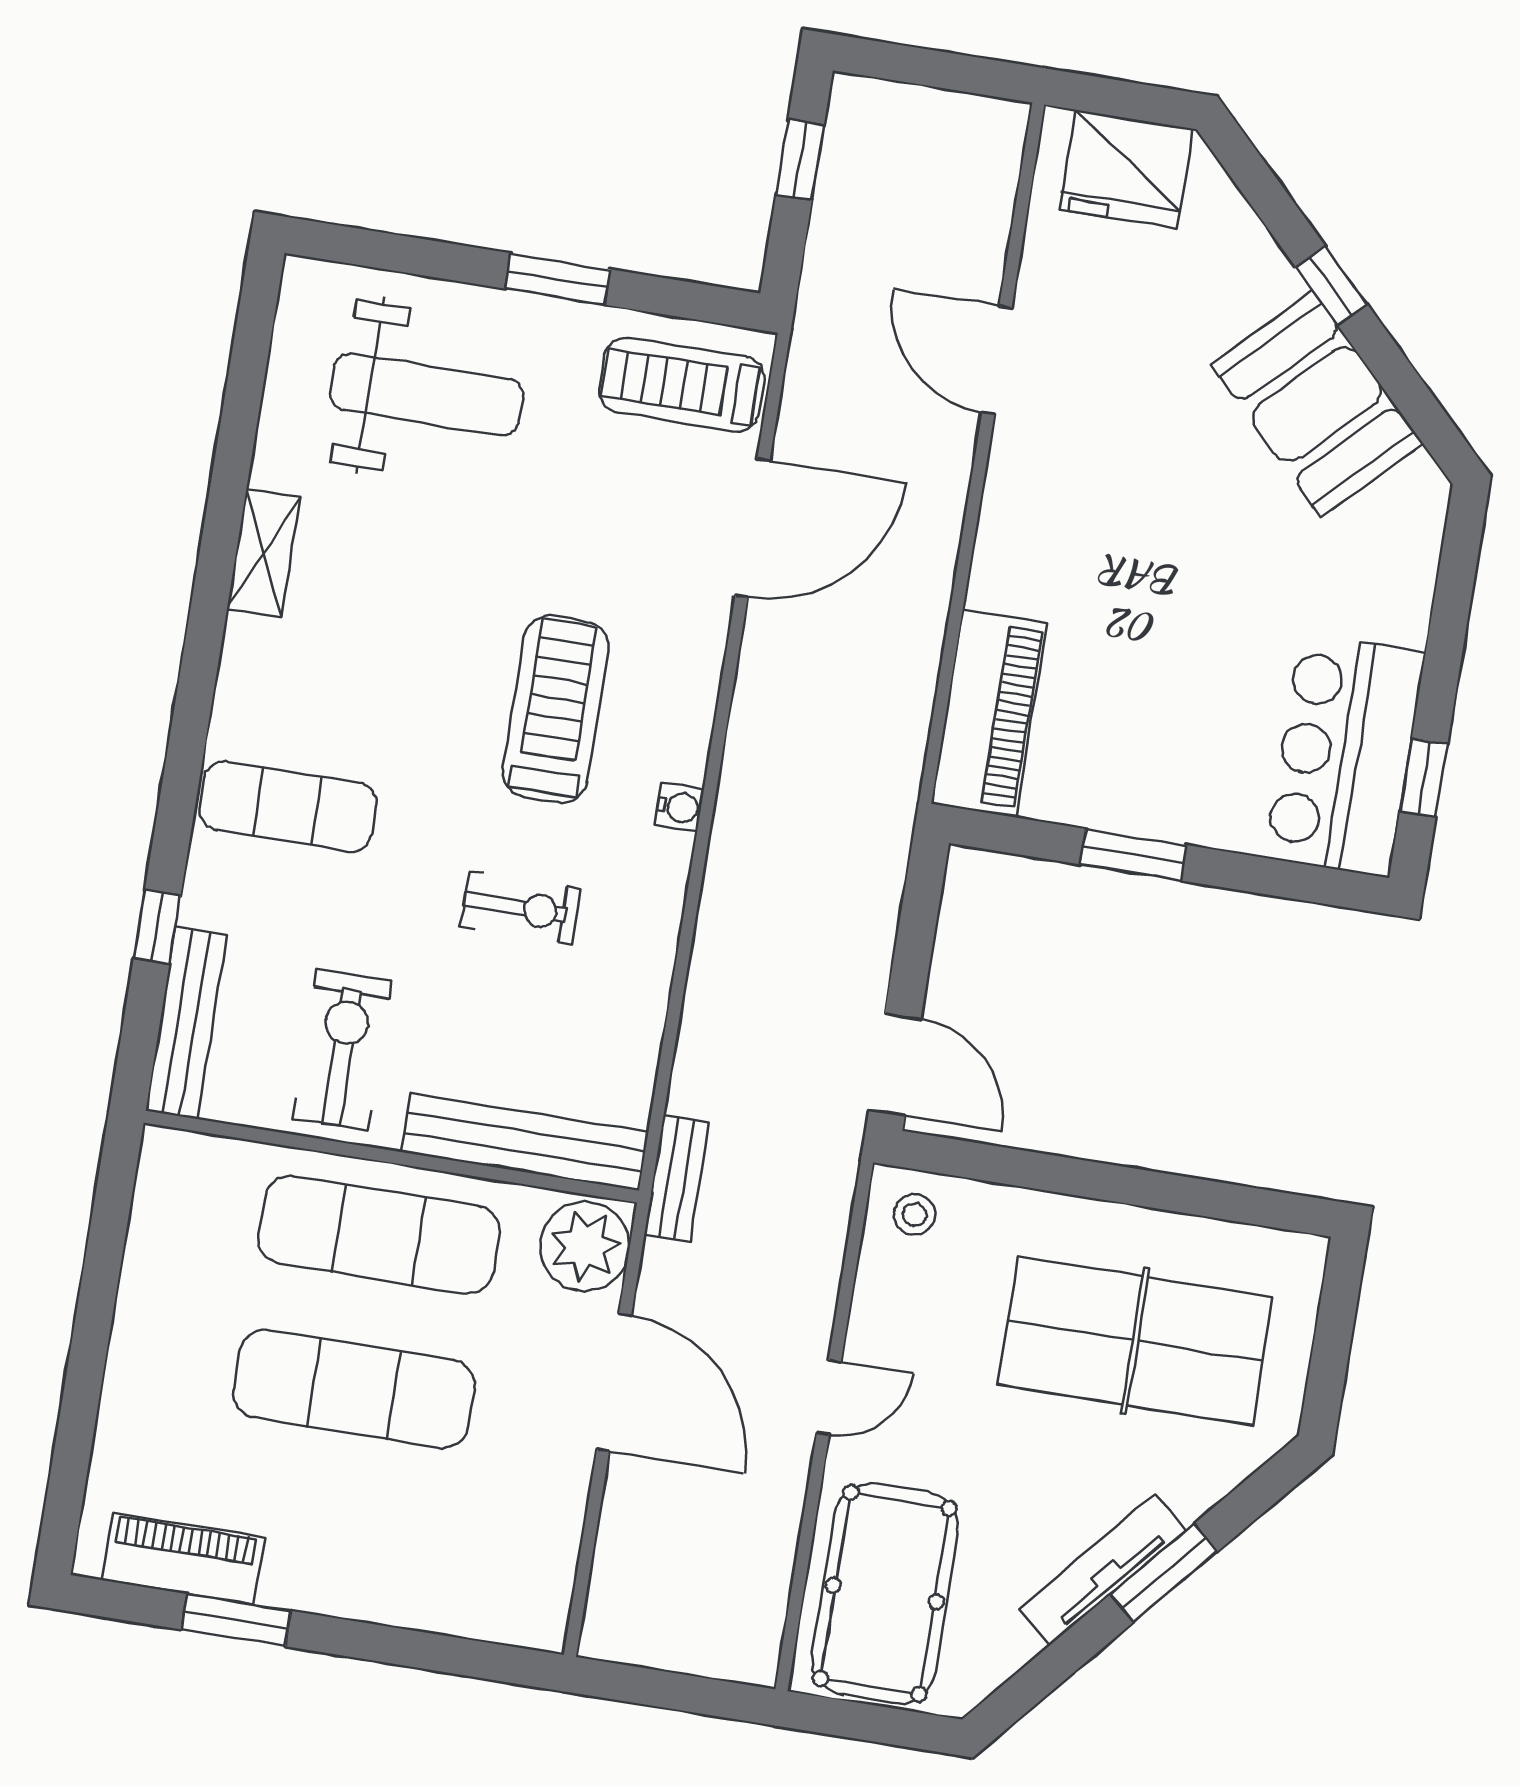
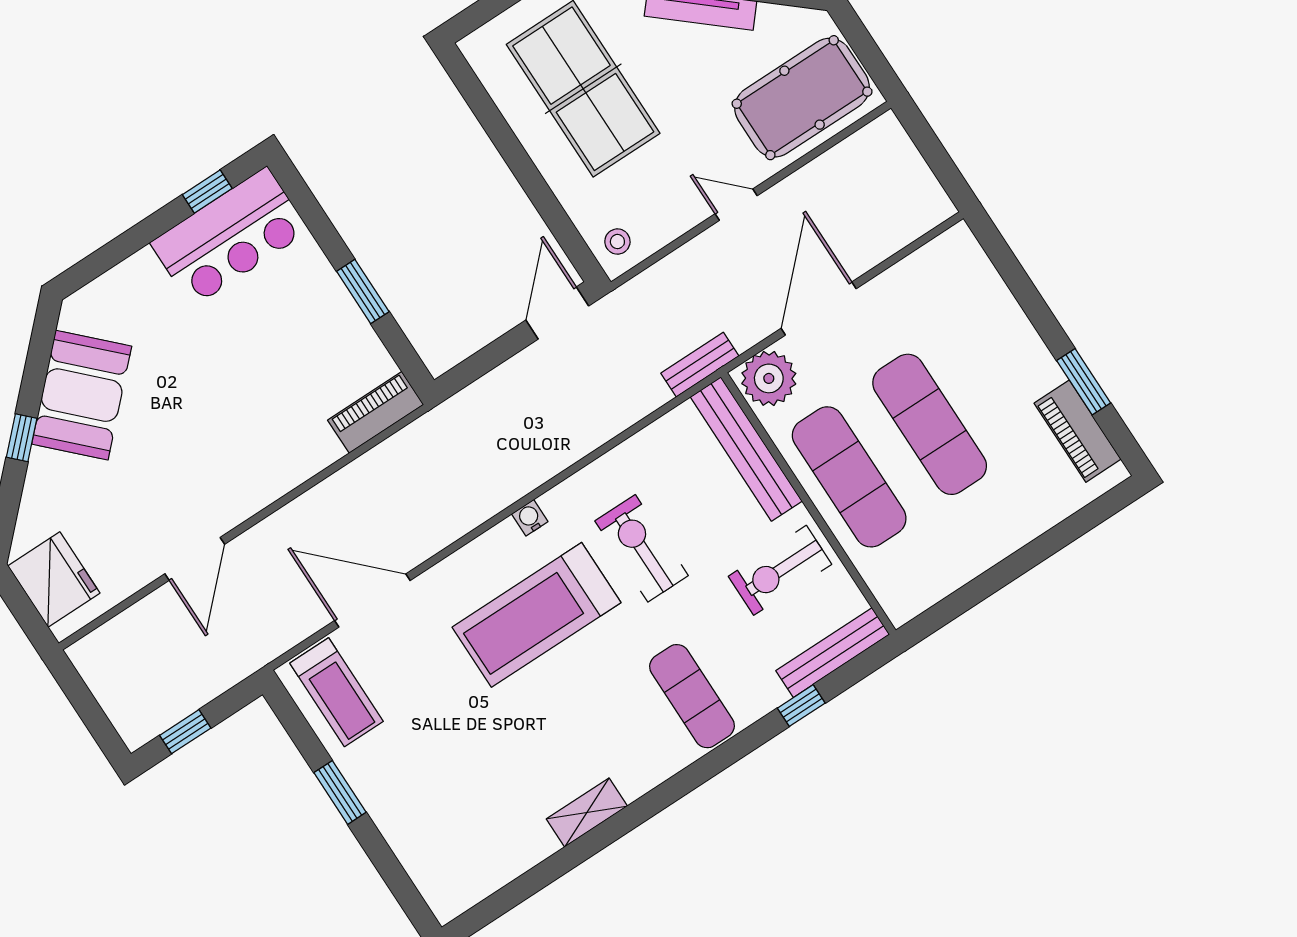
weight bench: (427, 395) -> (447, 804), removed
treadmill: (556, 709) -> (537, 615), width x1.37, depth x1.38
piano: (989, 713) -> (376, 412), width x0.73, depth x0.75
exercise bike: (520, 908) -> (642, 548), width x1.38, depth x1.39

